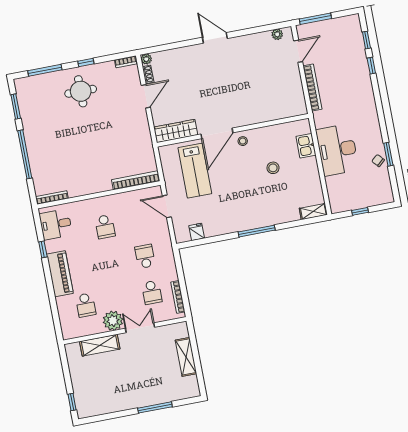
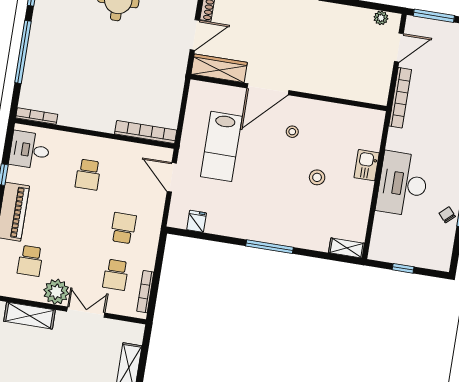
wall: (233, 130) -> (288, 93), moved
wardrobe: (176, 131) -> (219, 68), moved
door: (217, 133) -> (268, 89), moved

